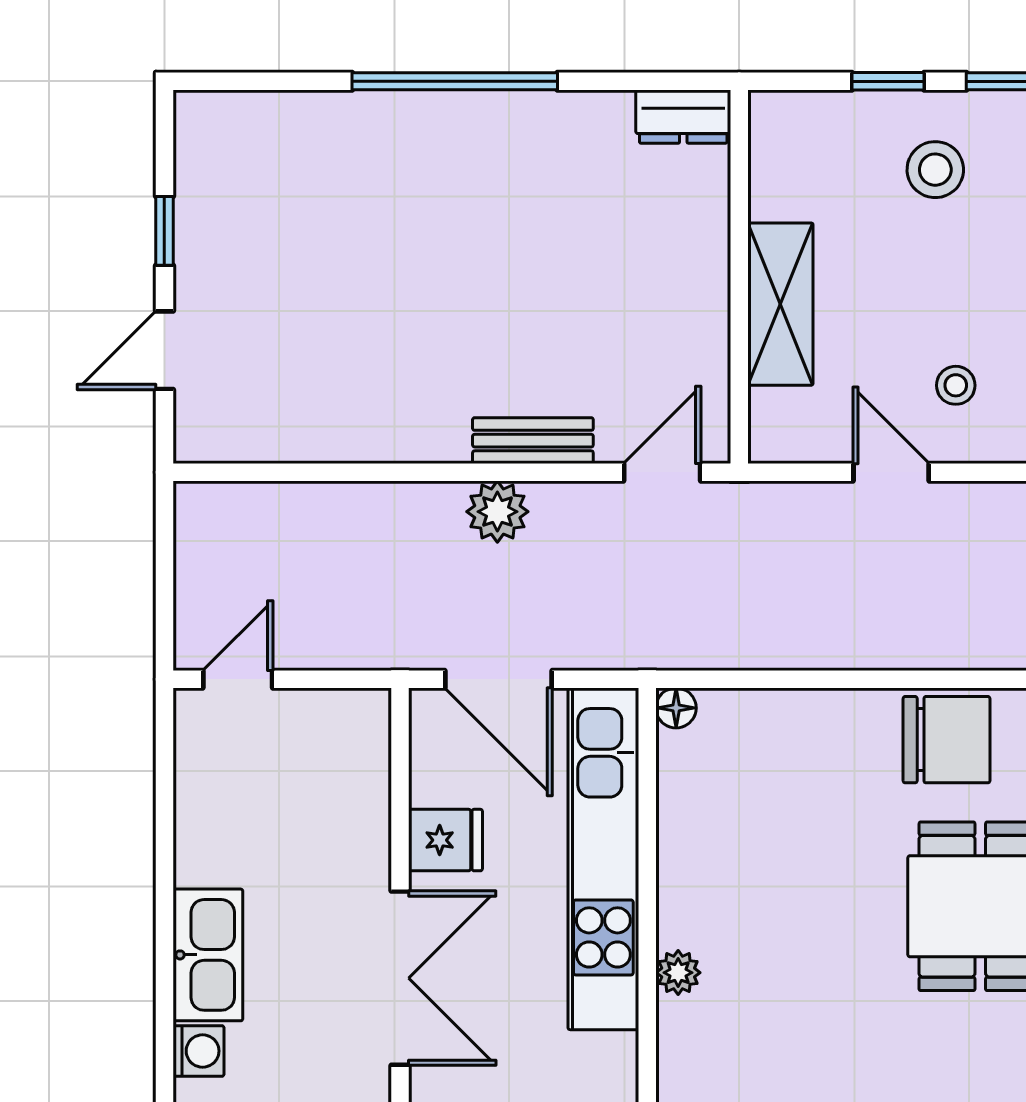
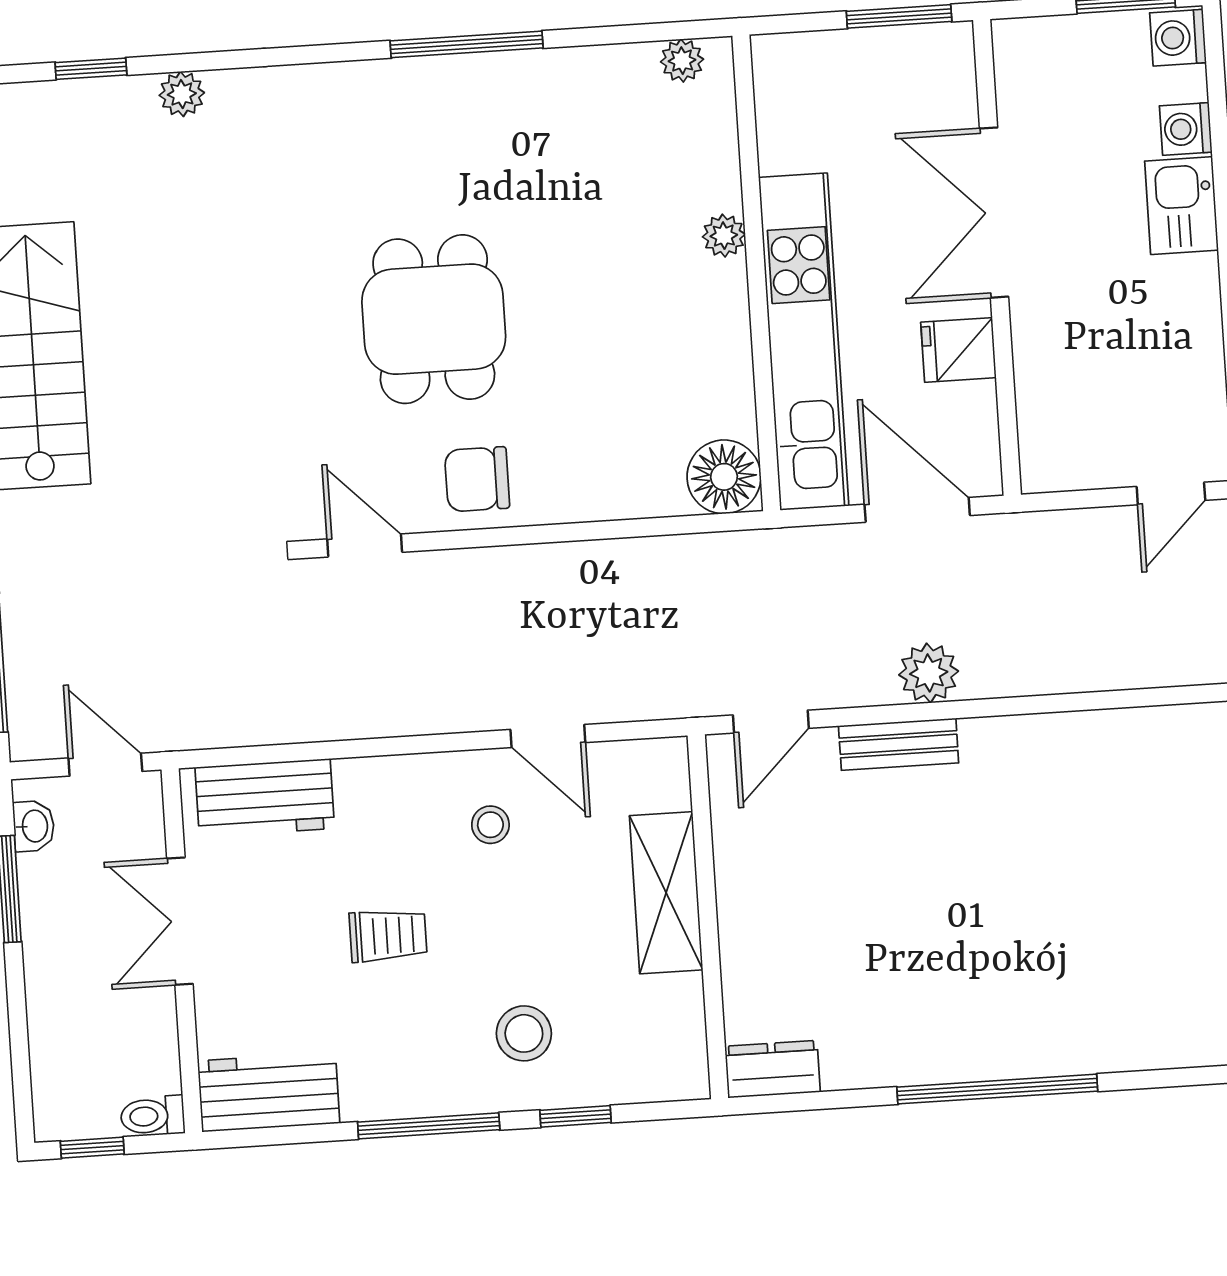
floor lamp: (676, 708) -> (724, 477), width x1.89, depth x1.89
chair: (947, 740) -> (477, 479), width x0.73, depth x0.73
kitchen sink: (208, 955) -> (1182, 206), width x0.73

